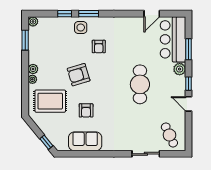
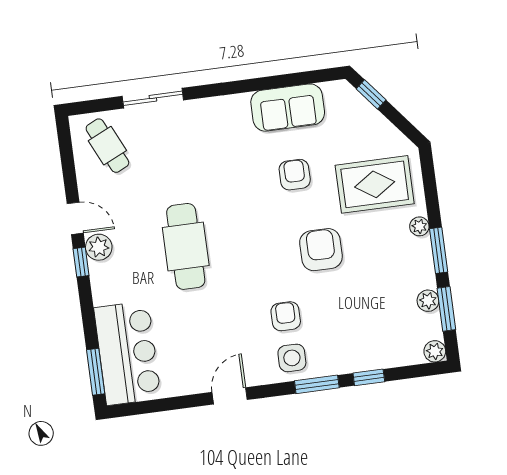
door: (152, 14) -> (230, 396), moved
side table: (81, 28) -> (292, 358), moved
window: (189, 49) -> (96, 372), moved
window: (25, 67) -> (439, 250), added
plant: (33, 69) -> (428, 301), moved
plant: (180, 69) -> (99, 247), moved
armchair: (79, 75) -> (321, 250), turned -73

